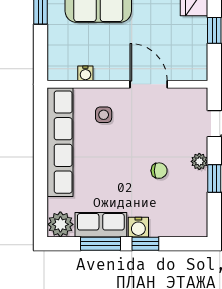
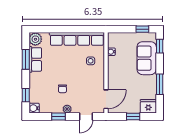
door: (149, 84) -> (106, 99), moved
water cooler: (138, 227) -> (34, 108), moved
window: (145, 244) -> (26, 95), moved

